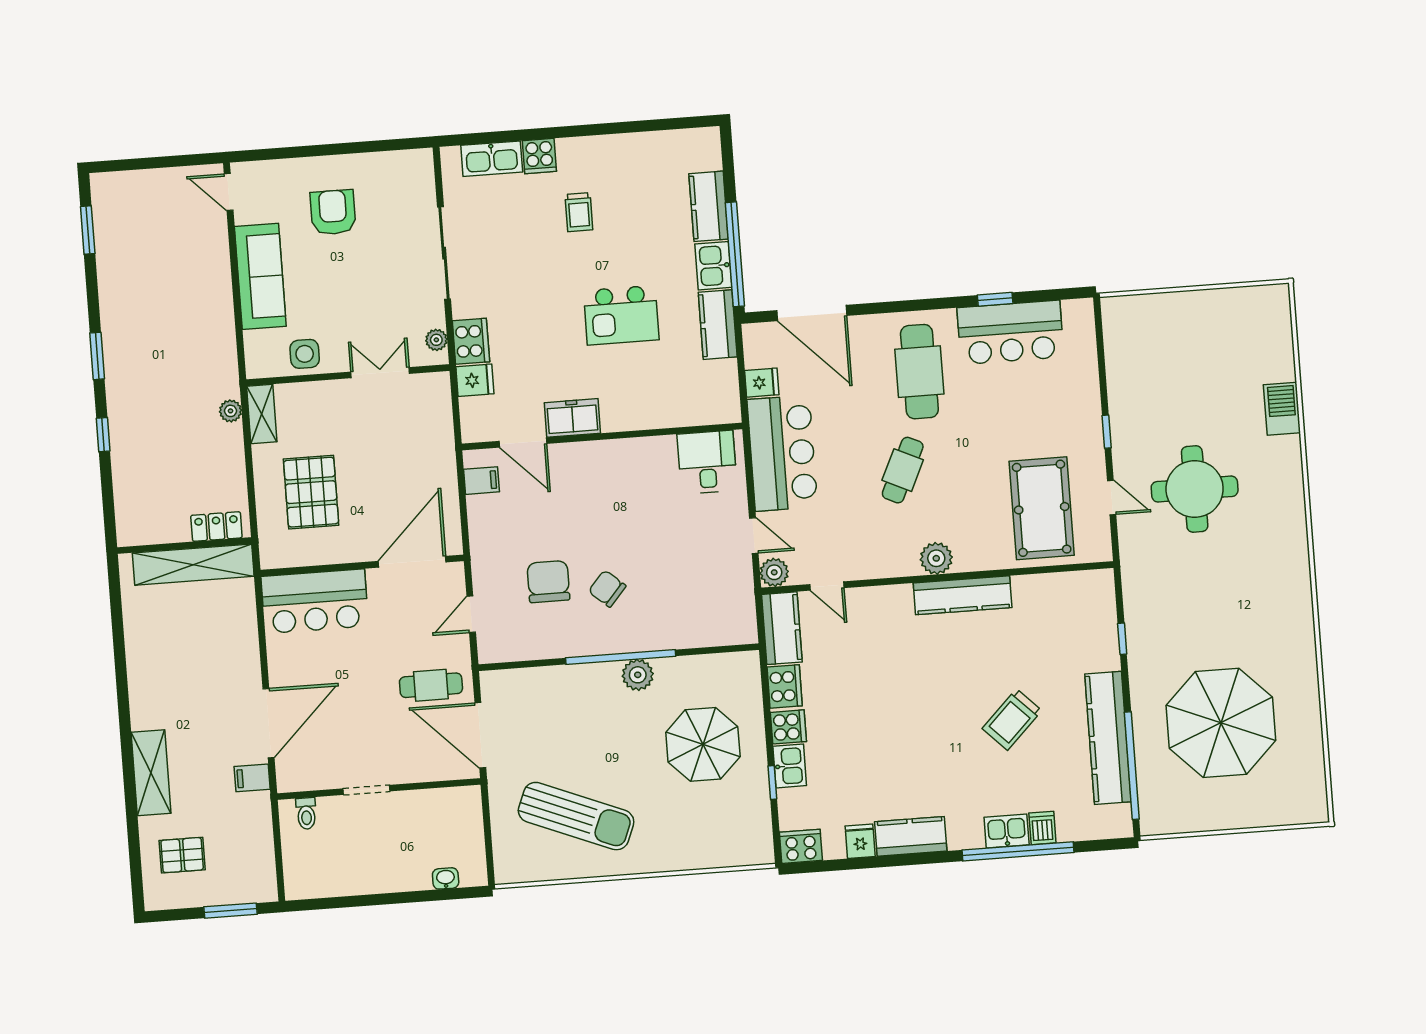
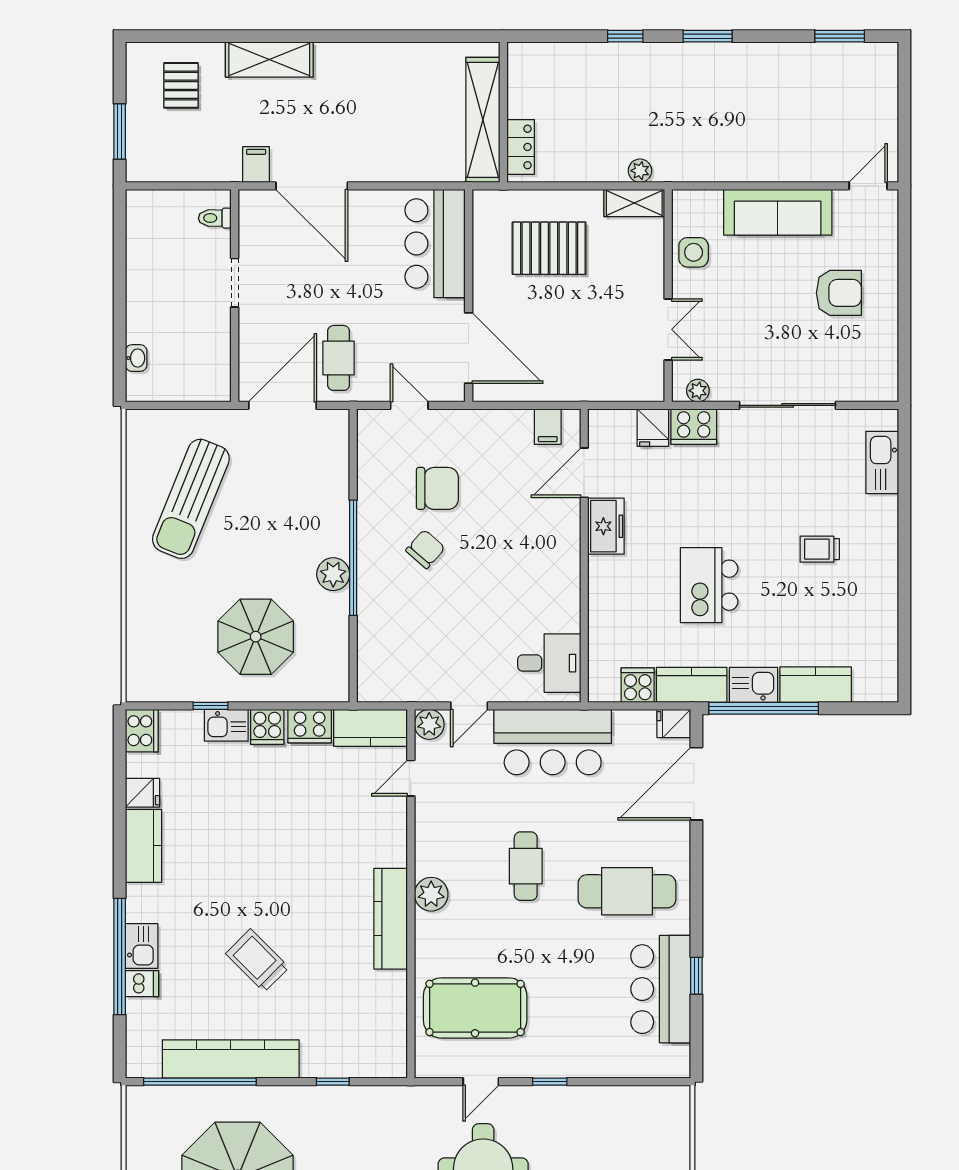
cooker: (539, 156) -> (638, 685), moved, turned 90
fridge: (762, 383) -> (674, 724), moved, turned 90
cafe table: (903, 470) -> (526, 866), turned 65

